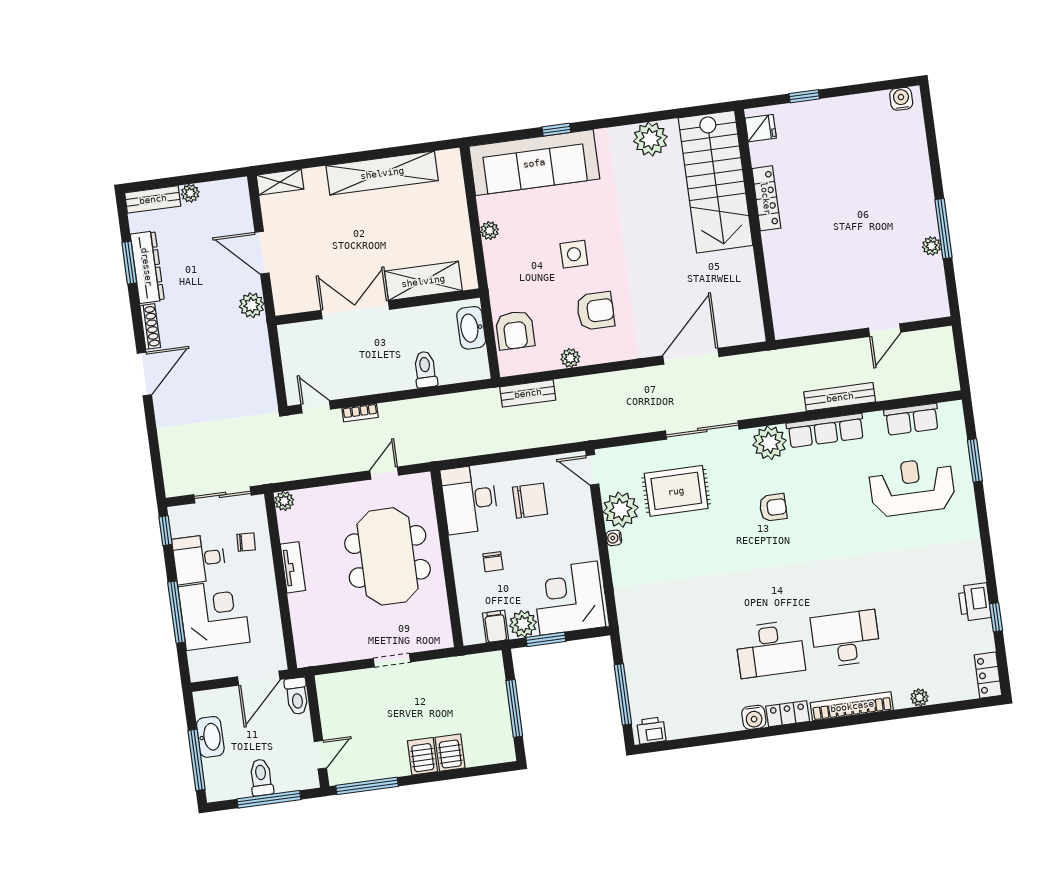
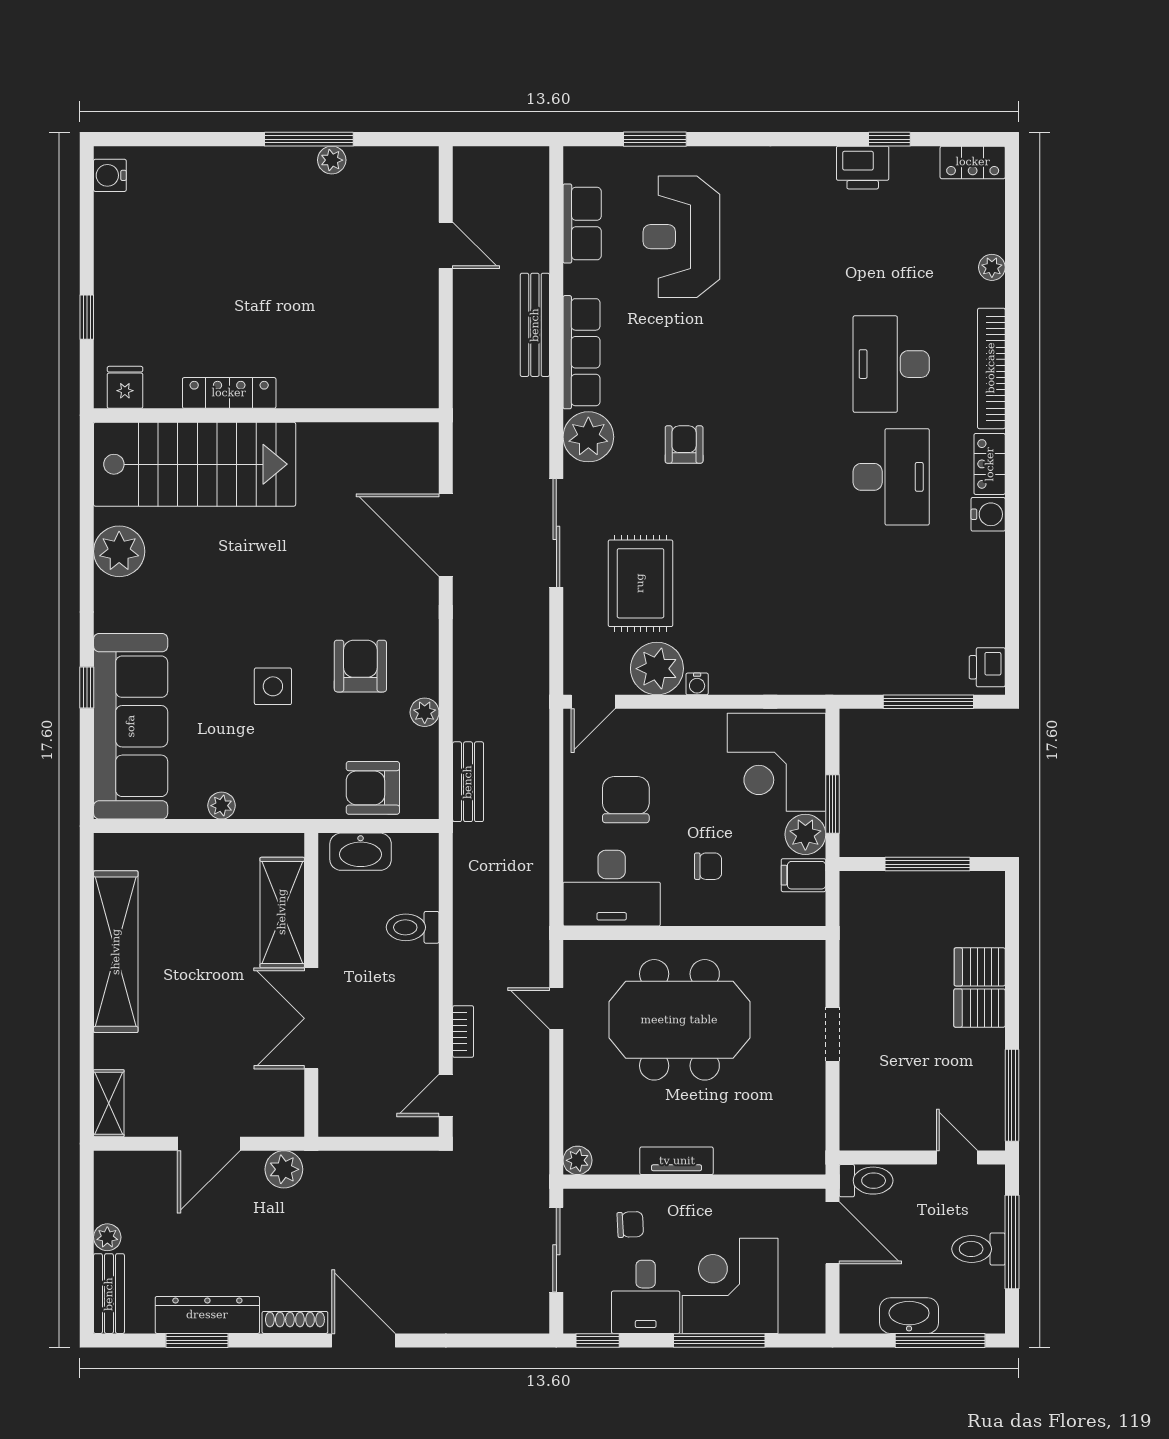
armchair: (515, 330) -> (373, 788), turned 180
chair: (246, 542) -> (630, 1224), turned 84

